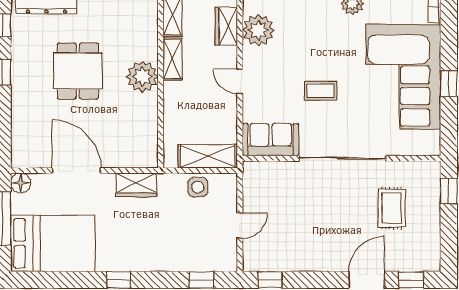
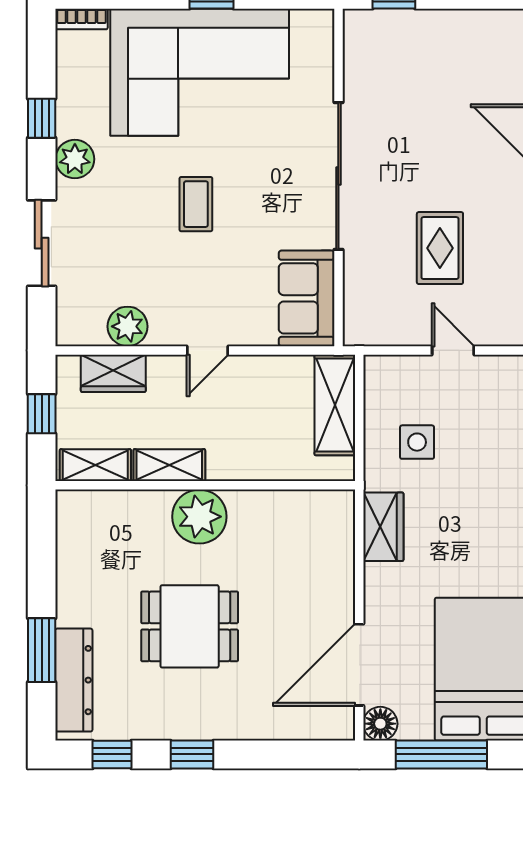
plant: (258, 30) -> (127, 326), width x0.73, depth x0.73
coffee table: (321, 91) -> (196, 204), moved
door: (76, 171) -> (359, 665), moved
side table: (198, 187) -> (417, 442), moved
rug: (392, 208) -> (440, 248), moved, turned 90

